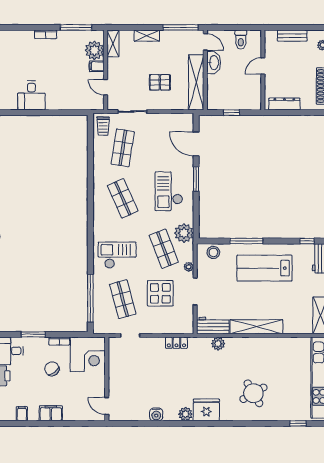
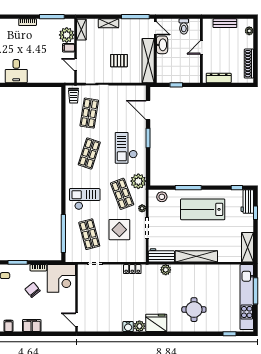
shop shelf: (123, 198) -> (89, 153), turned 42
round table: (253, 393) -> (194, 310), turned 30
water cooler: (156, 415) -> (128, 327), moved

